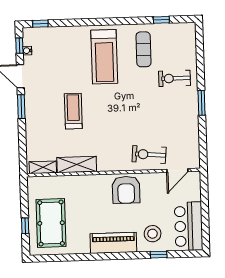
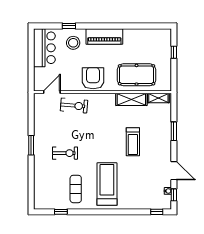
exercise bike: (174, 78) -> (65, 153), moved
window: (21, 107) -> (174, 131), moved
pool table: (51, 223) -> (137, 75), moved, turned 90

